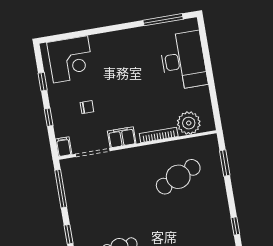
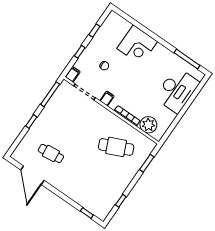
corner desk: (70, 59) -> (137, 45), moved
filing cabinet: (122, 137) -> (107, 98), width x0.50

